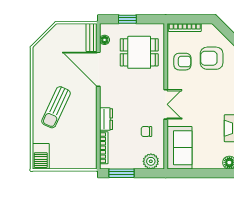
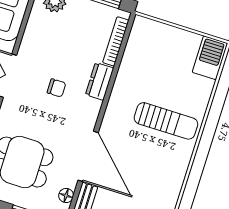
sun lounger: (56, 107) -> (166, 121), turned 65
chair: (146, 131) -> (56, 88), moved

